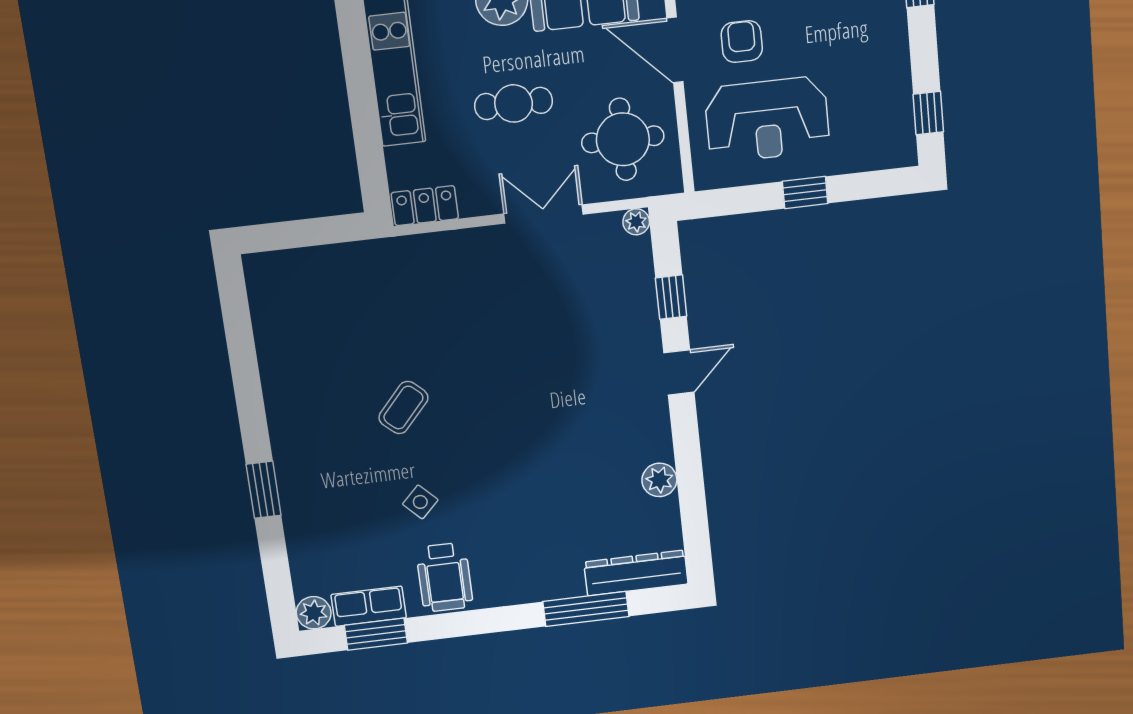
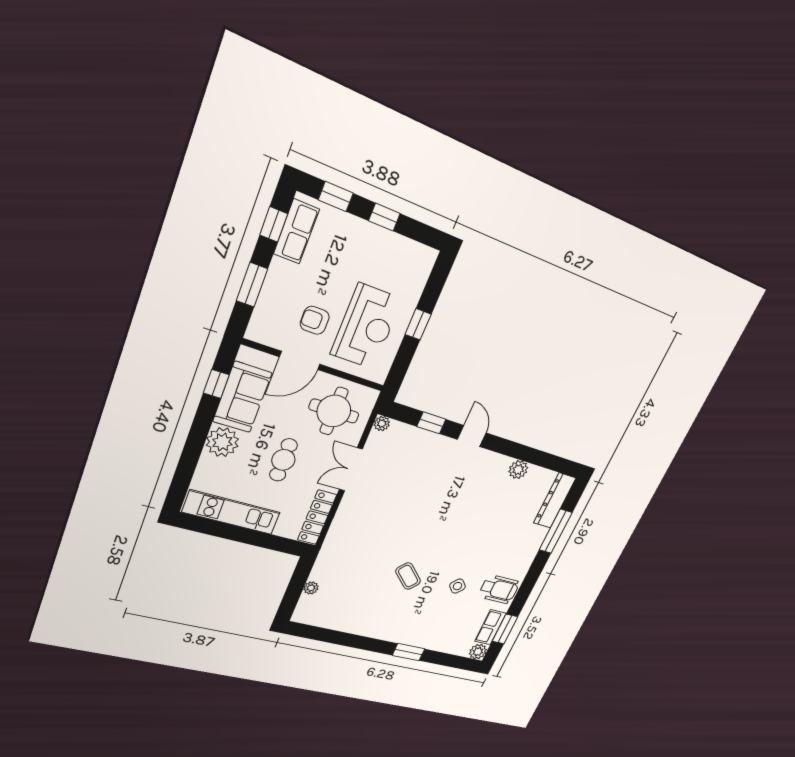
window: (928, 113) -> (384, 217), moved
locker: (425, 206) -> (317, 517), width x1.53
plant: (316, 259) -> (311, 588), added

